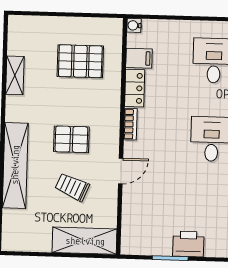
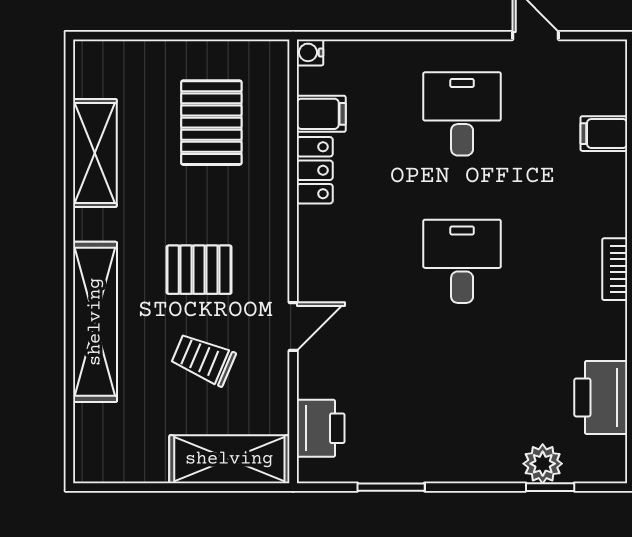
pallet: (80, 61) -> (211, 123), turned 90
shelving: (15, 75) -> (95, 153), width x1.50, depth x1.33
bookcase: (130, 124) -> (309, 238), removed
printer: (188, 244) -> (321, 428), moved, turned 90

